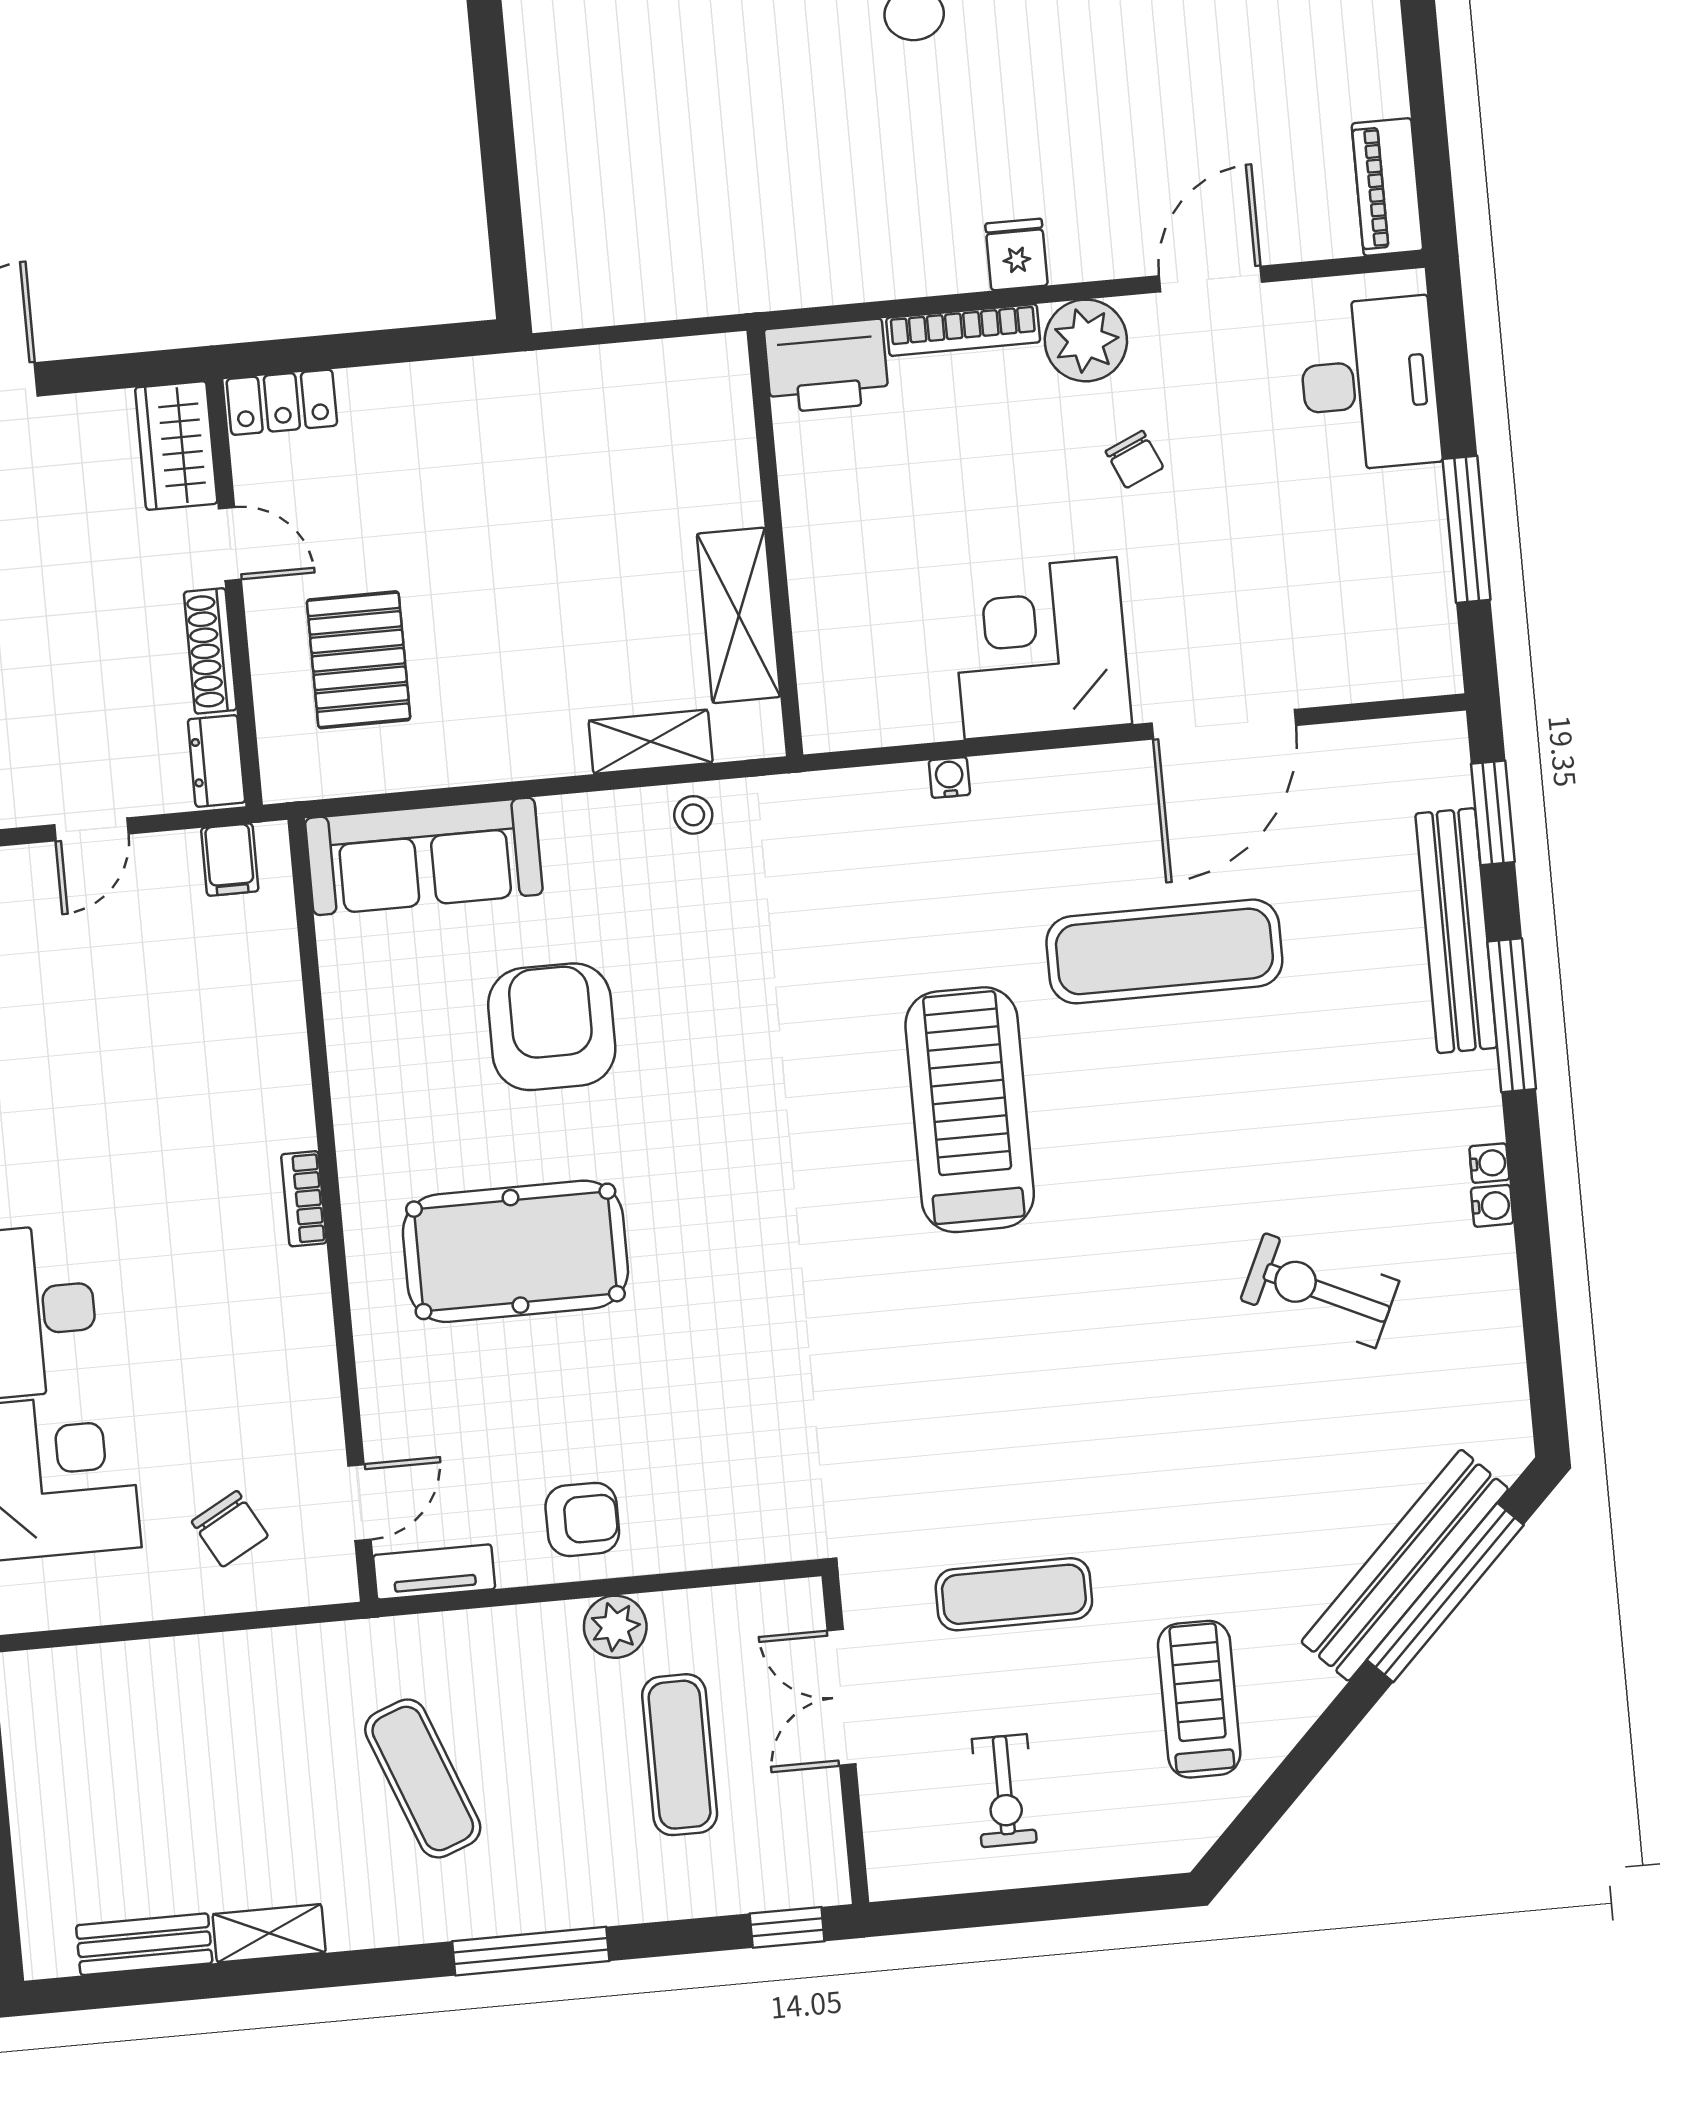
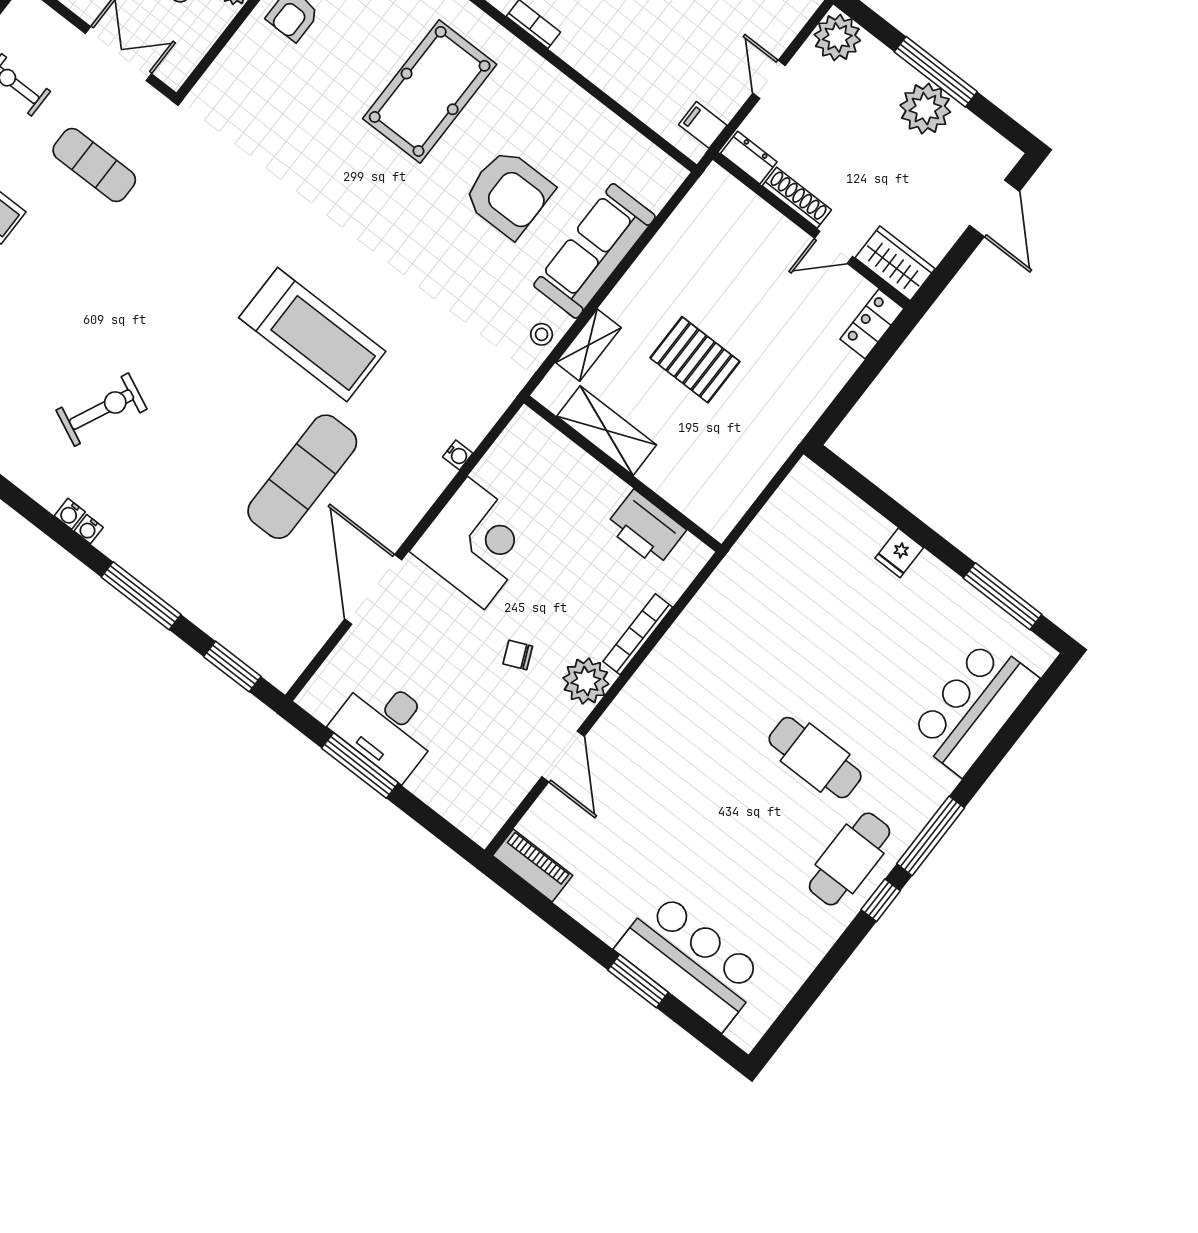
fridge: (1016, 254) -> (899, 553), moved, turned 90
printer: (827, 366) -> (646, 528), moved, turned -90
desk: (1369, 384) -> (387, 727), moved
pallet: (359, 660) -> (695, 360), moved
sofa: (424, 856) -> (594, 251), moved
bench: (1456, 931) -> (198, 606), removed
exercise mat: (1014, 1594) -> (94, 165), turned 90

